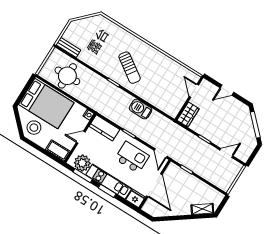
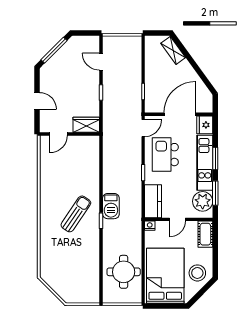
bench: (68, 47) -> (94, 289), removed
barbecue: (141, 109) -> (111, 206), moved
door: (81, 137) -> (177, 219), hinge flipped

